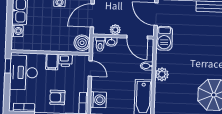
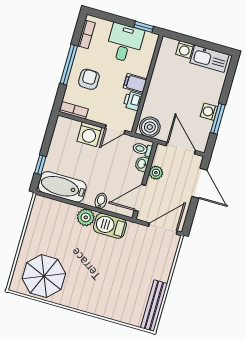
barbecue: (164, 38) -> (110, 226), moved
desk: (24, 72) -> (125, 43), width x0.73
washing machine: (98, 100) -> (89, 134), moved

